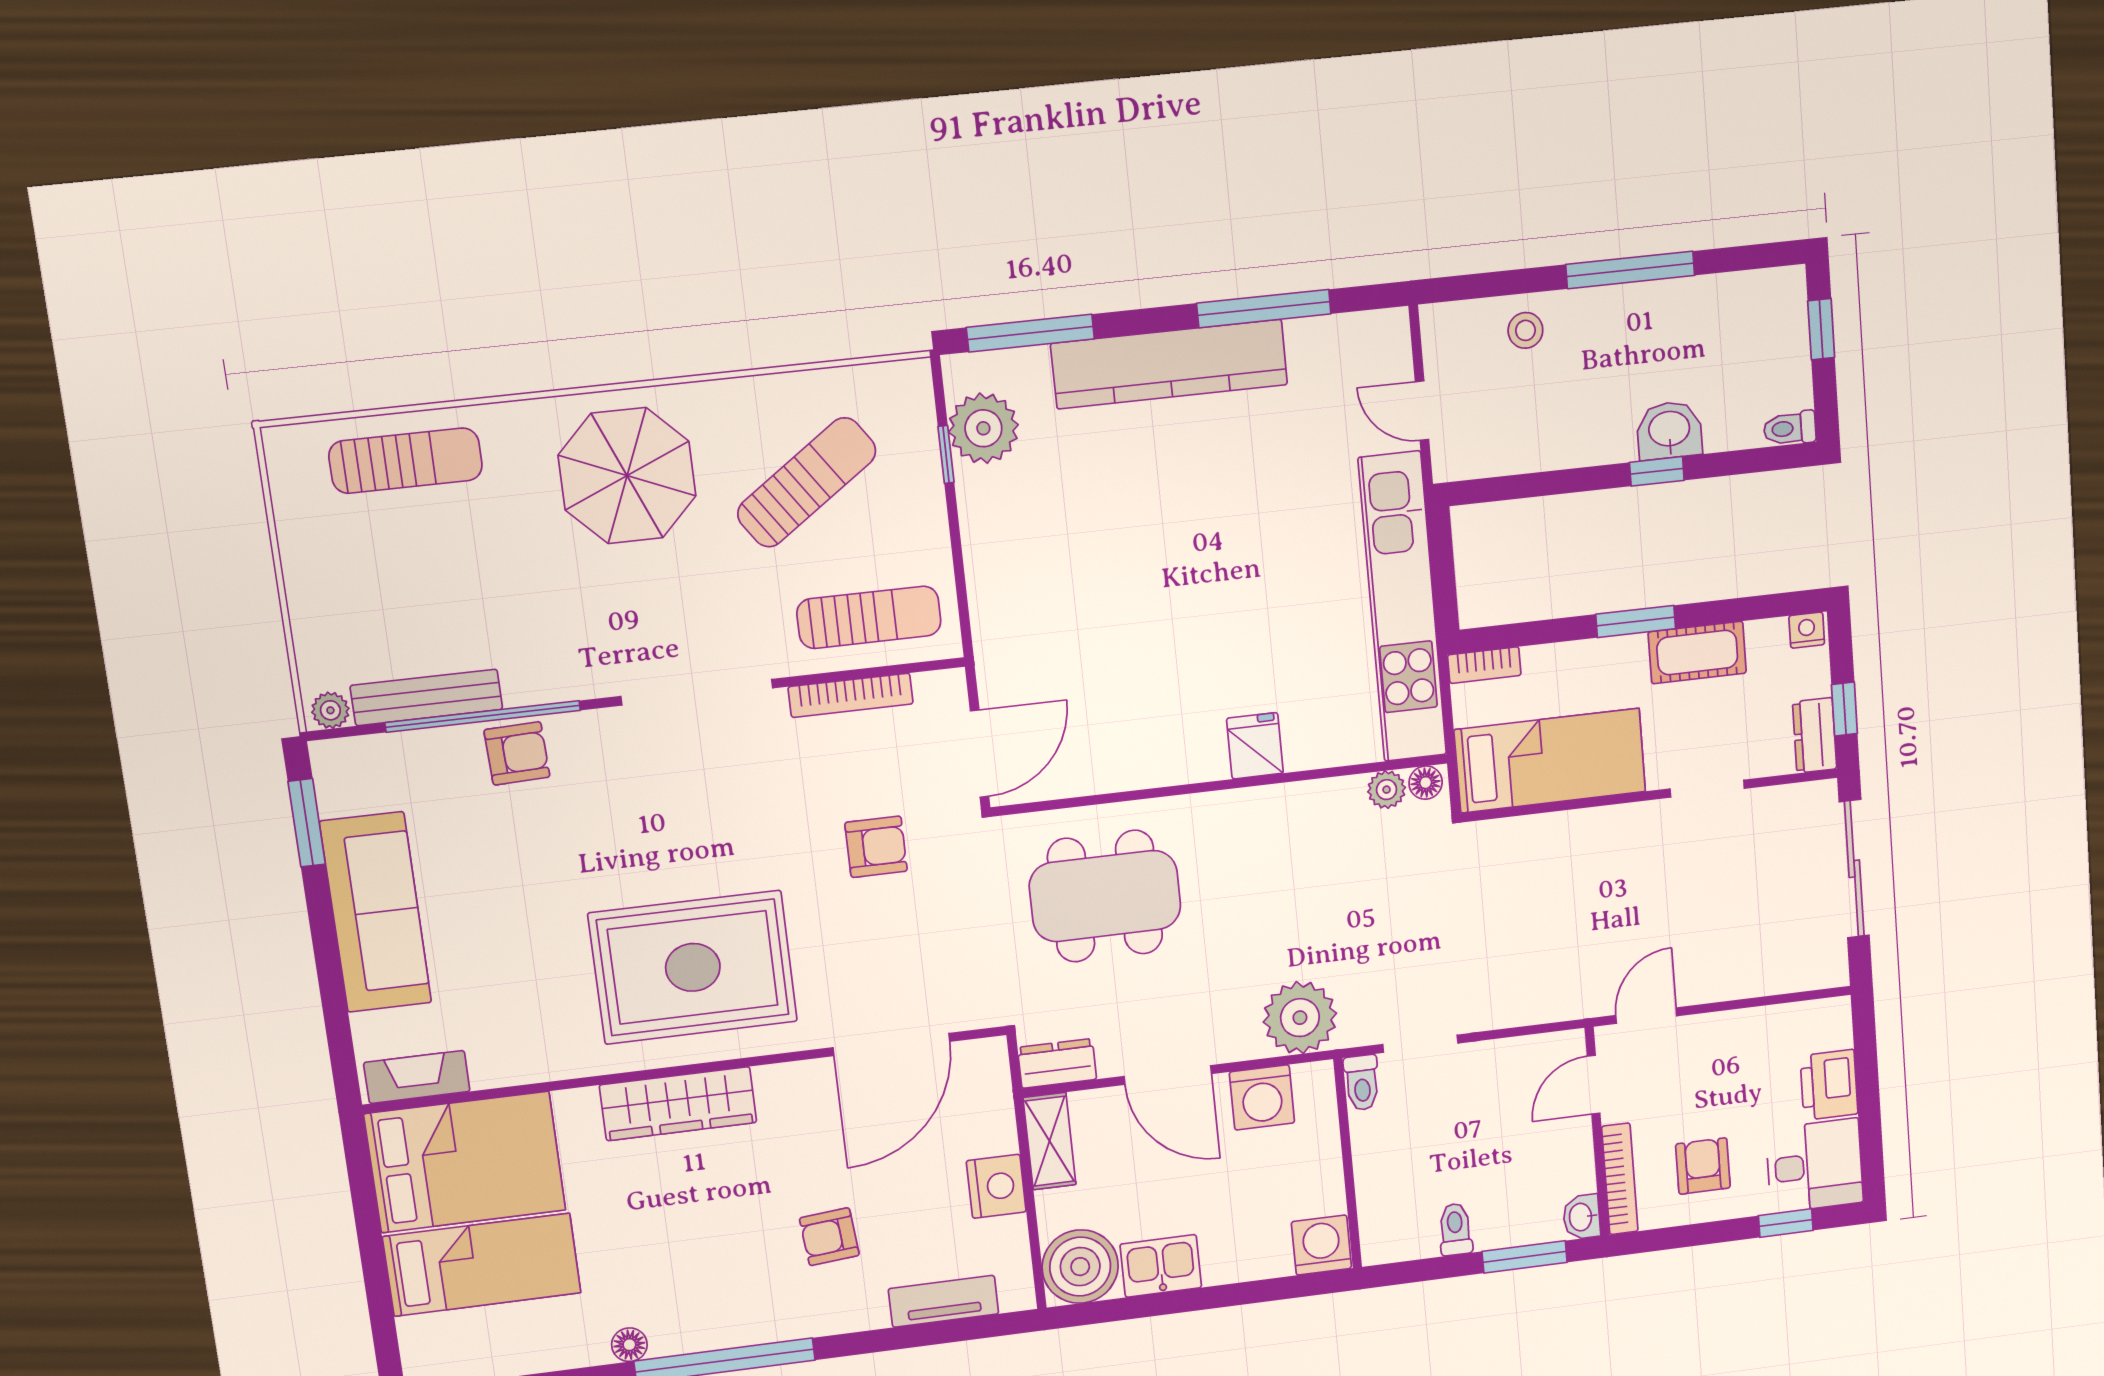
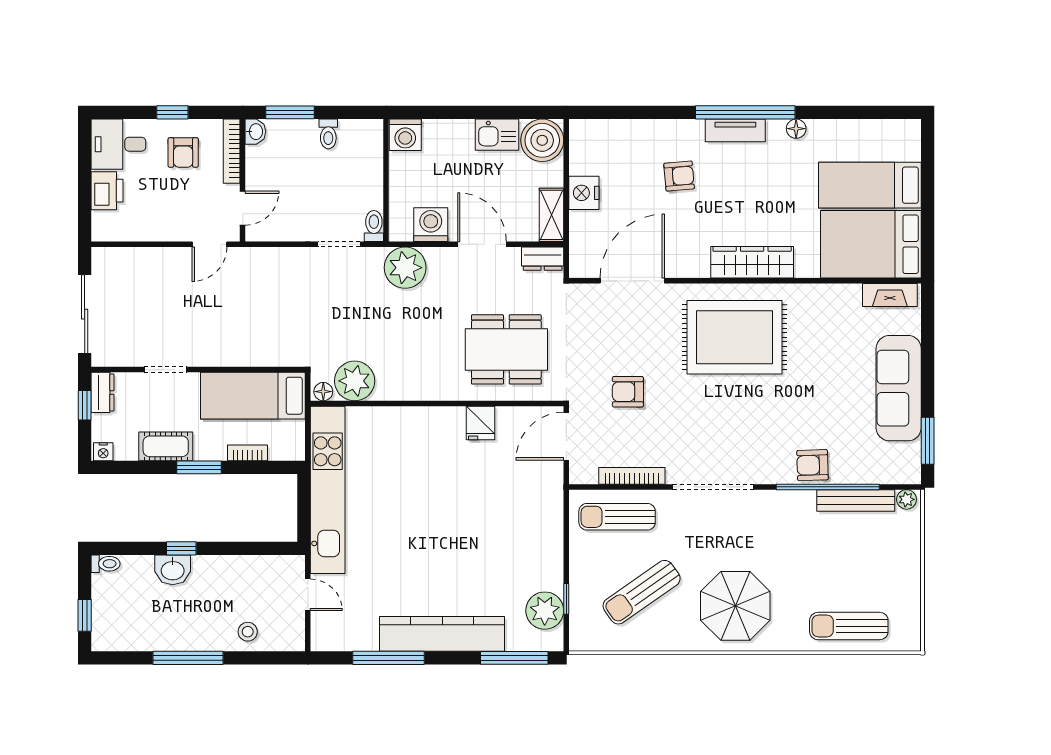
bookcase: (1484, 665) -> (248, 453), moved
fridge: (1255, 746) -> (480, 423), moved
plant: (1387, 790) -> (355, 381), width x1.88, depth x1.88
window: (1786, 1223) -> (172, 112), moved
tv unit: (944, 1301) -> (735, 130), moved

